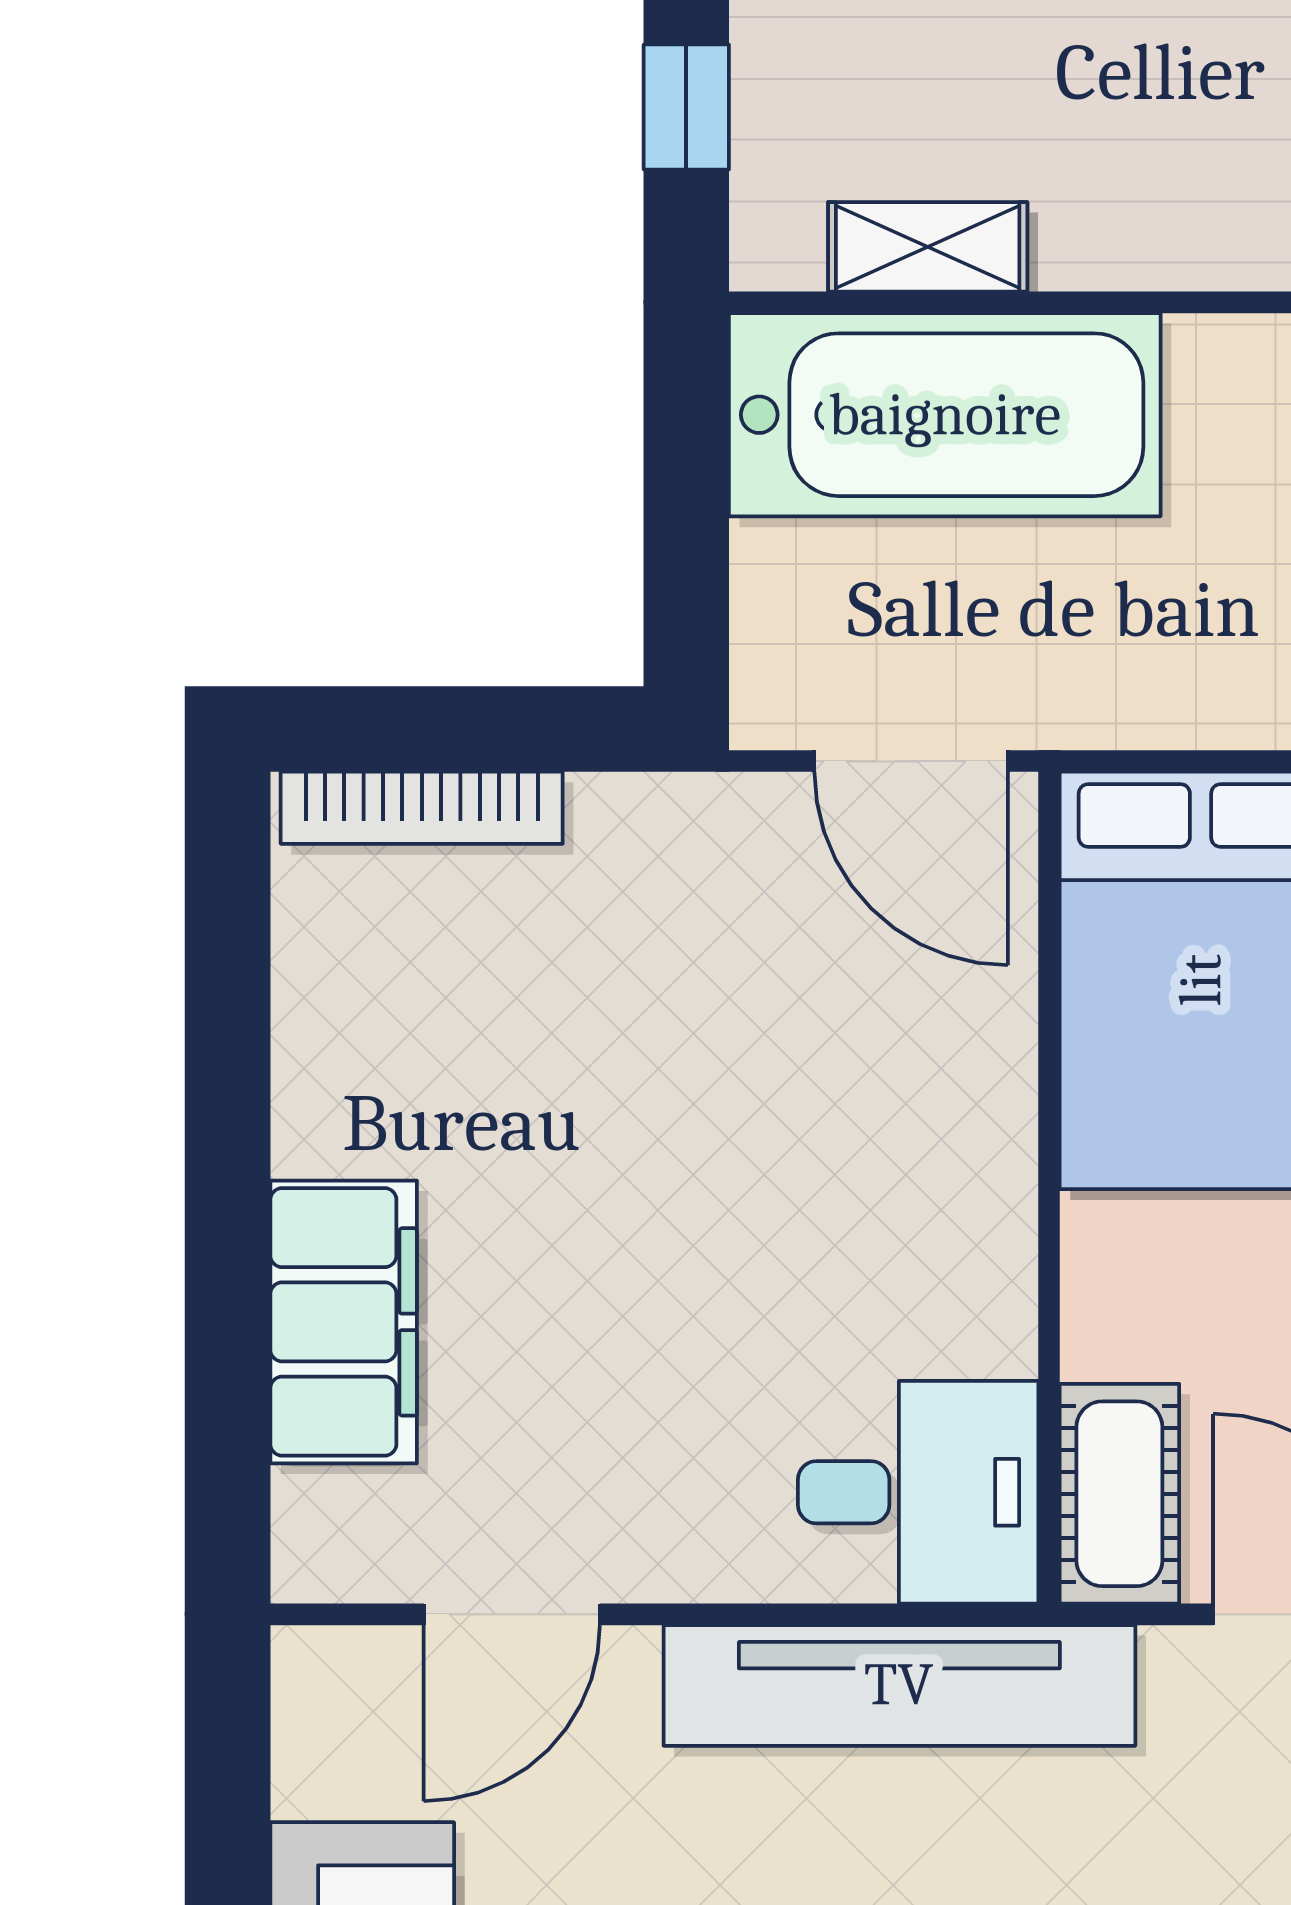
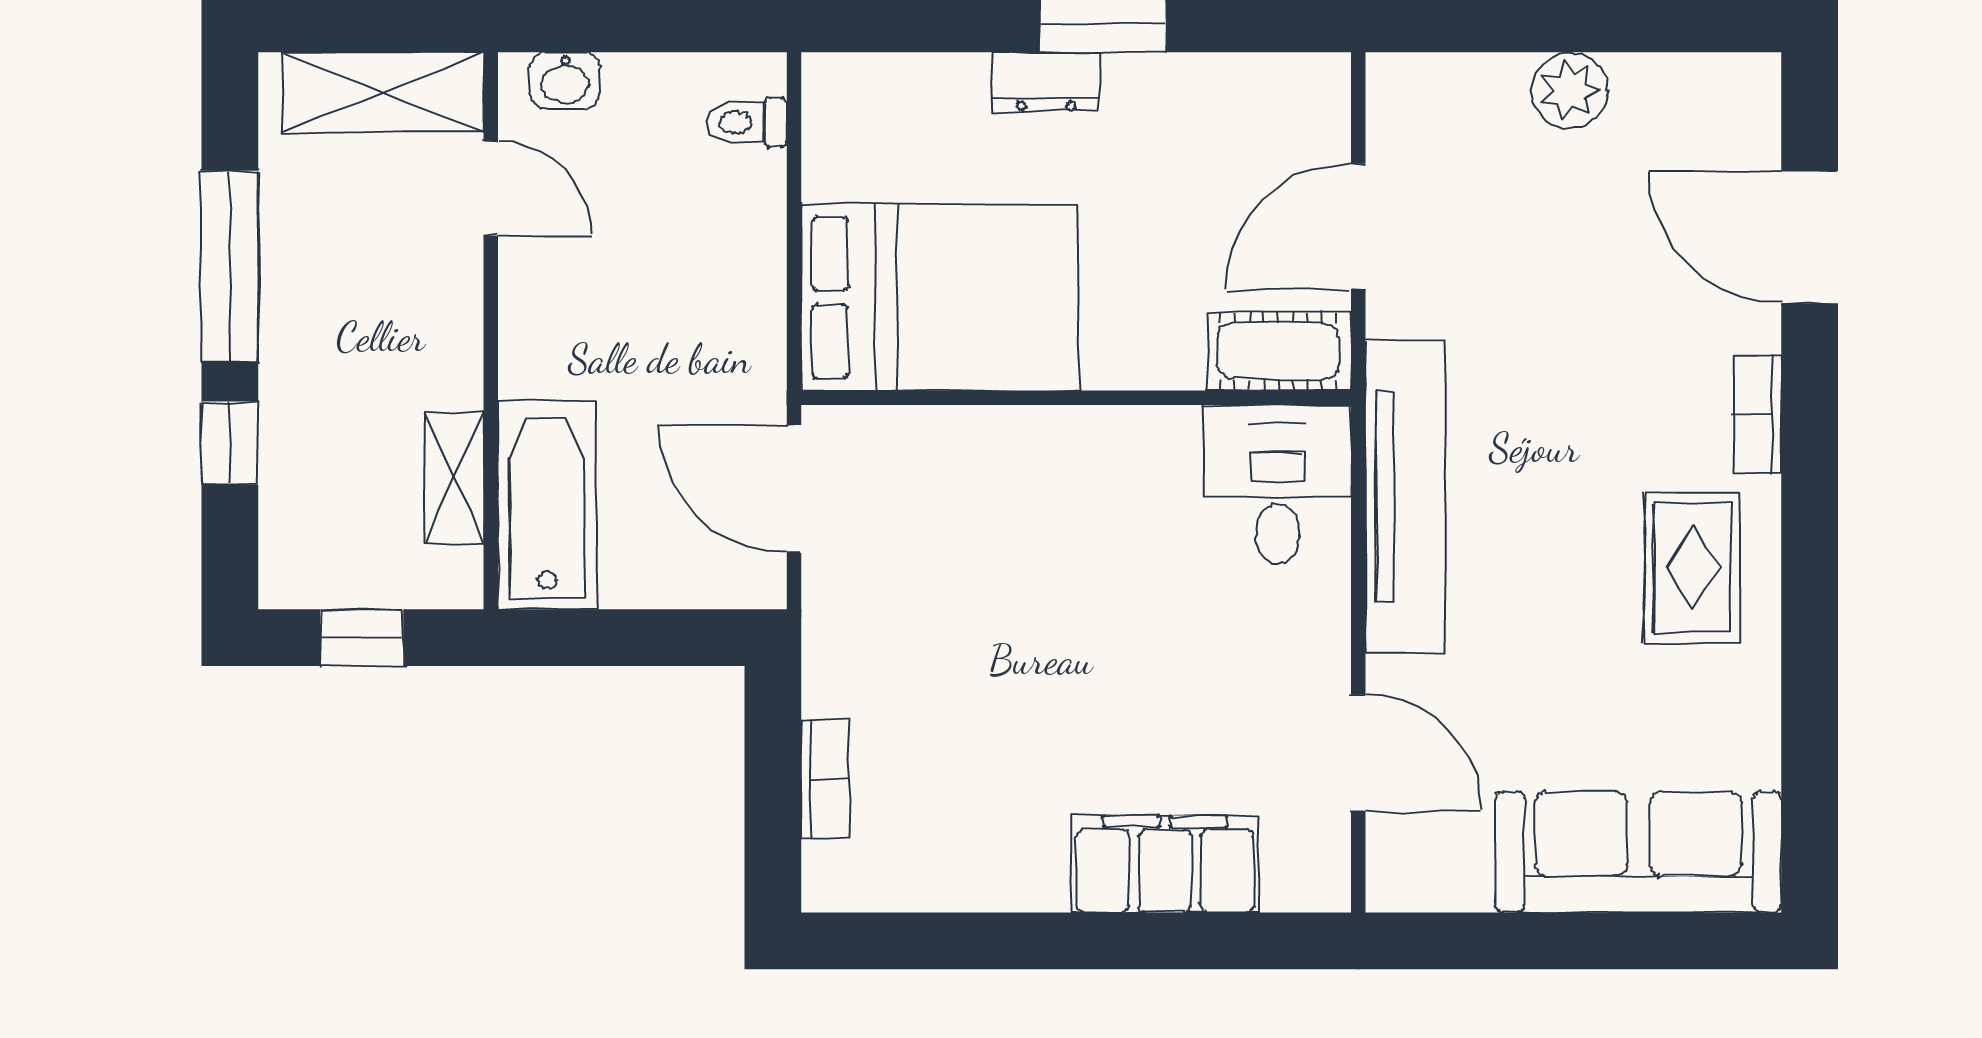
bathtub: (945, 415) -> (547, 505), width x0.73, depth x0.73
door: (911, 761) -> (794, 489), swing flipped
bookcase: (422, 808) -> (825, 779), width x0.64

